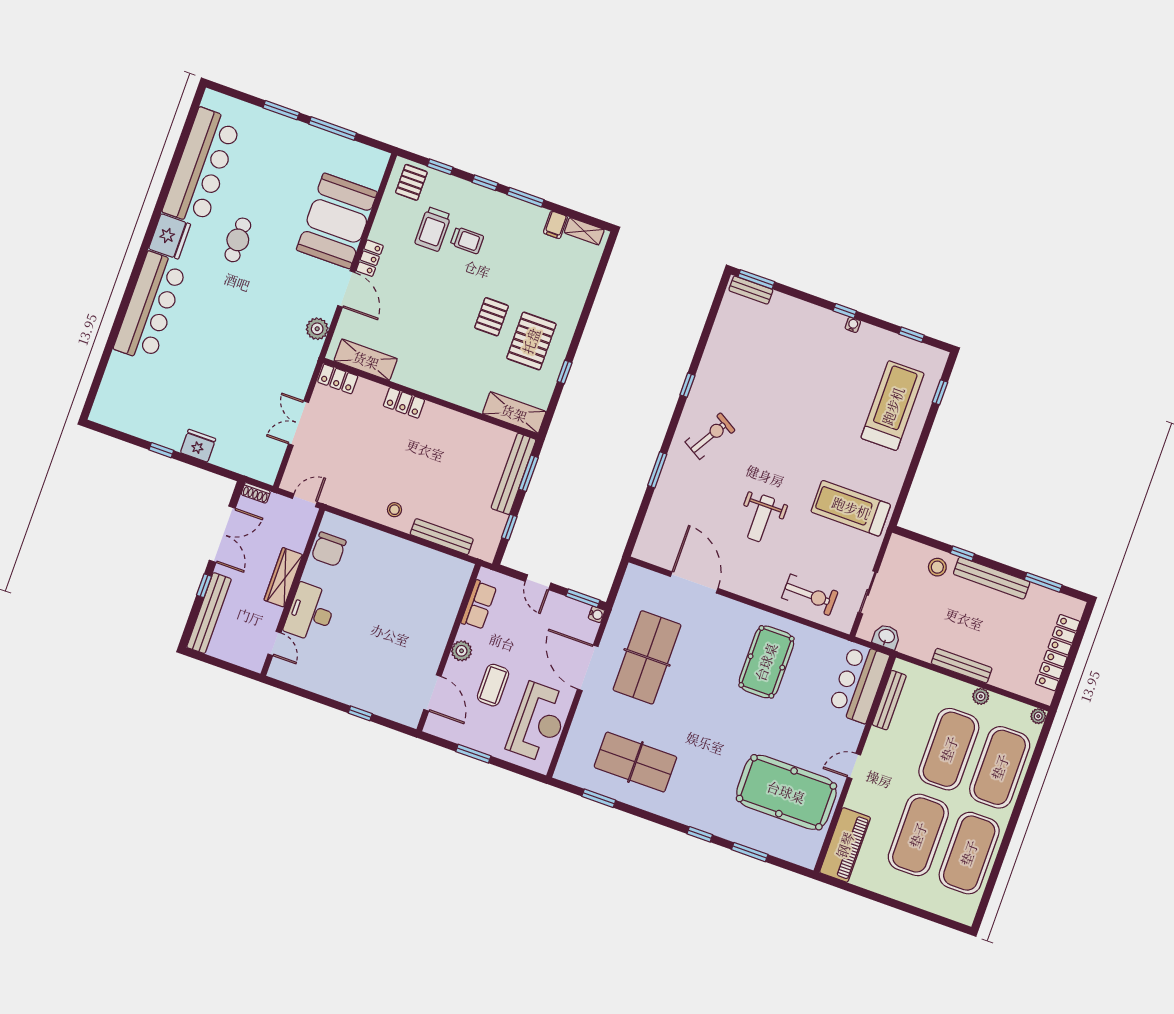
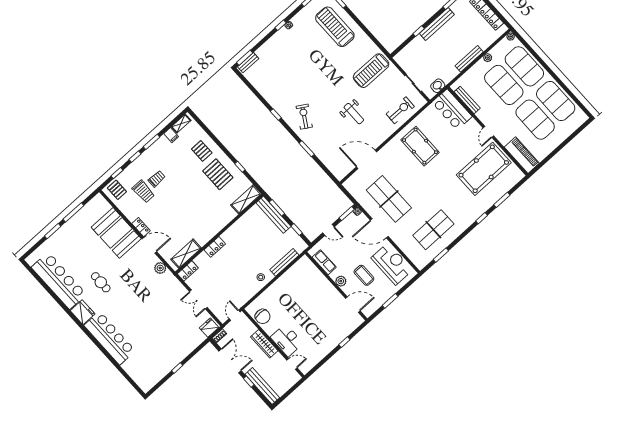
pallet: (492, 317) -> (202, 151), moved
fridge: (198, 446) -> (209, 328), moved
stool: (937, 567) -> (419, 46), removed

